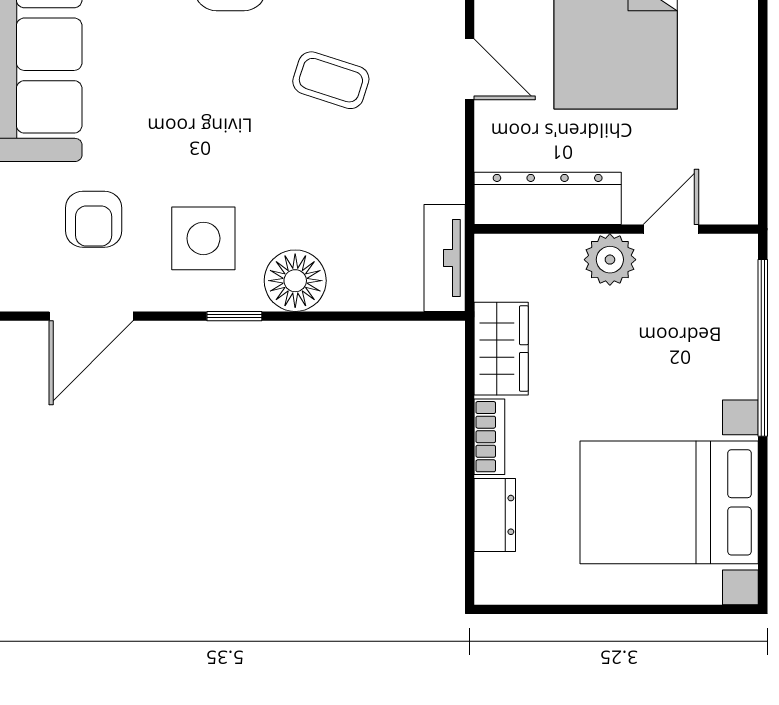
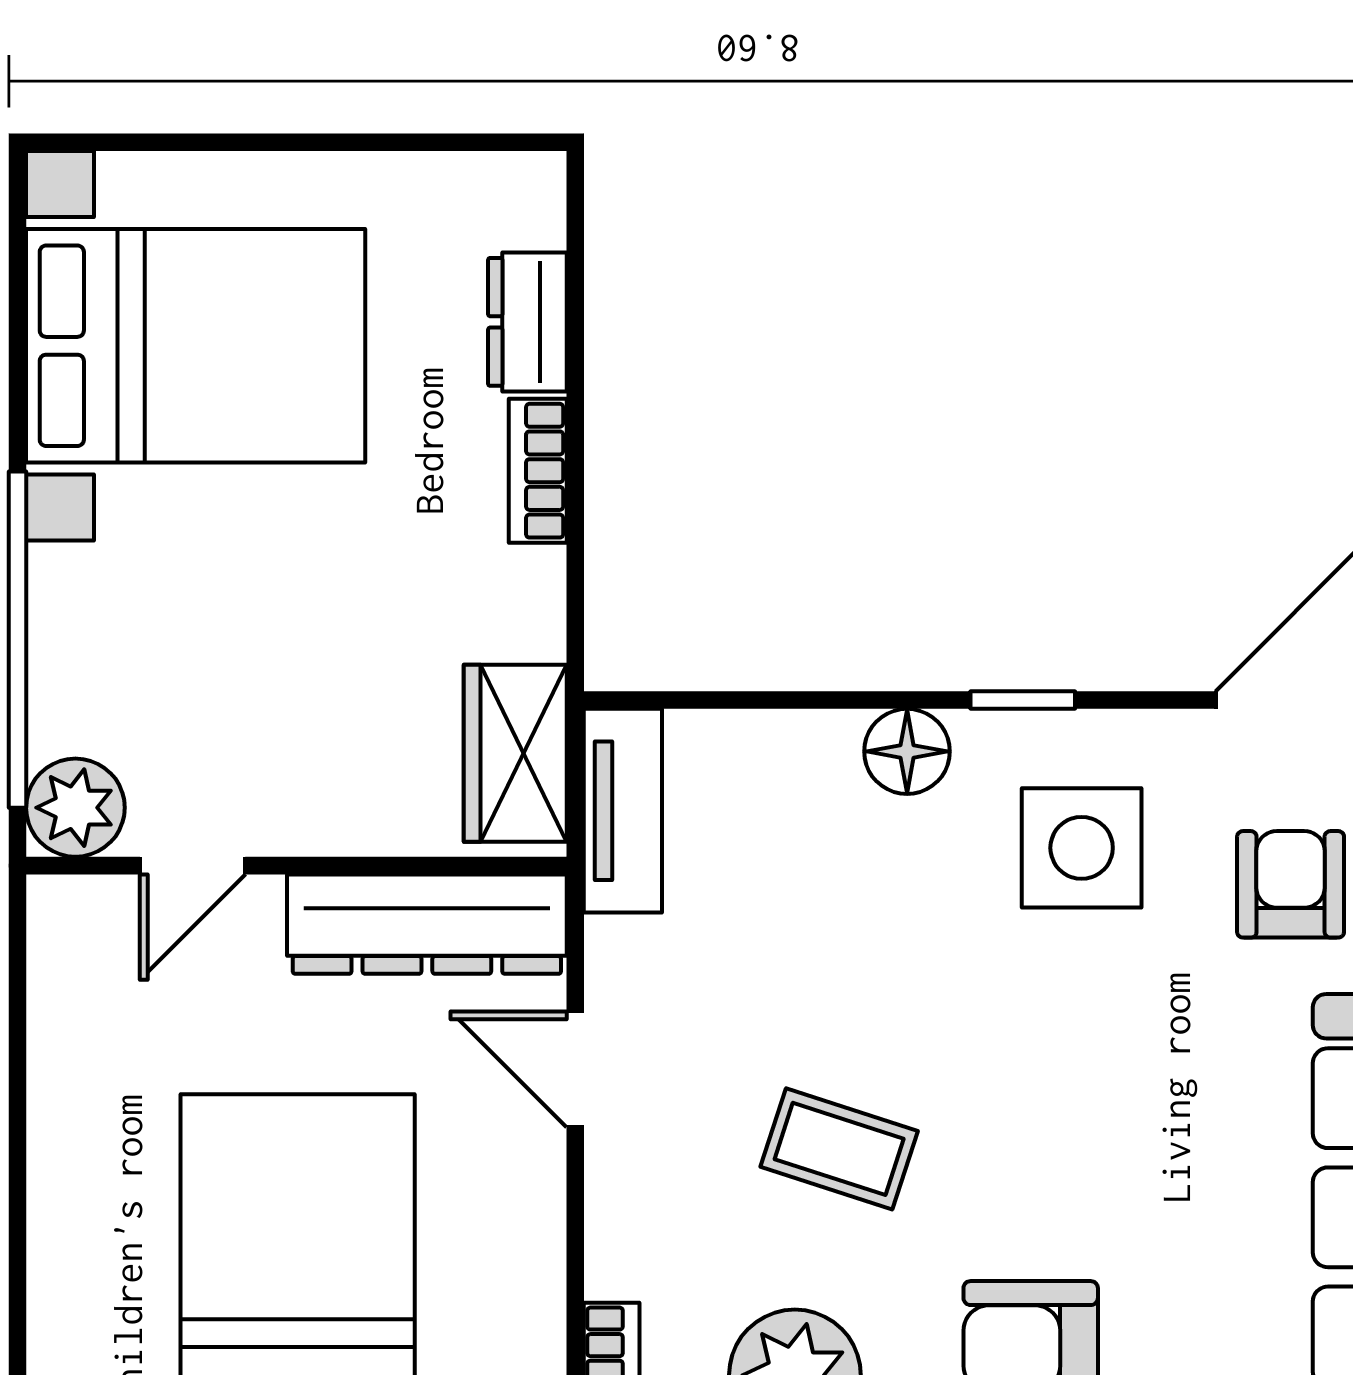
door: (470, 69) -> (575, 1069), moved
plant: (610, 260) -> (75, 808), moved
floor lamp: (295, 281) -> (907, 751), width x0.73, depth x0.73
wardrobe: (501, 349) -> (515, 753), moved

